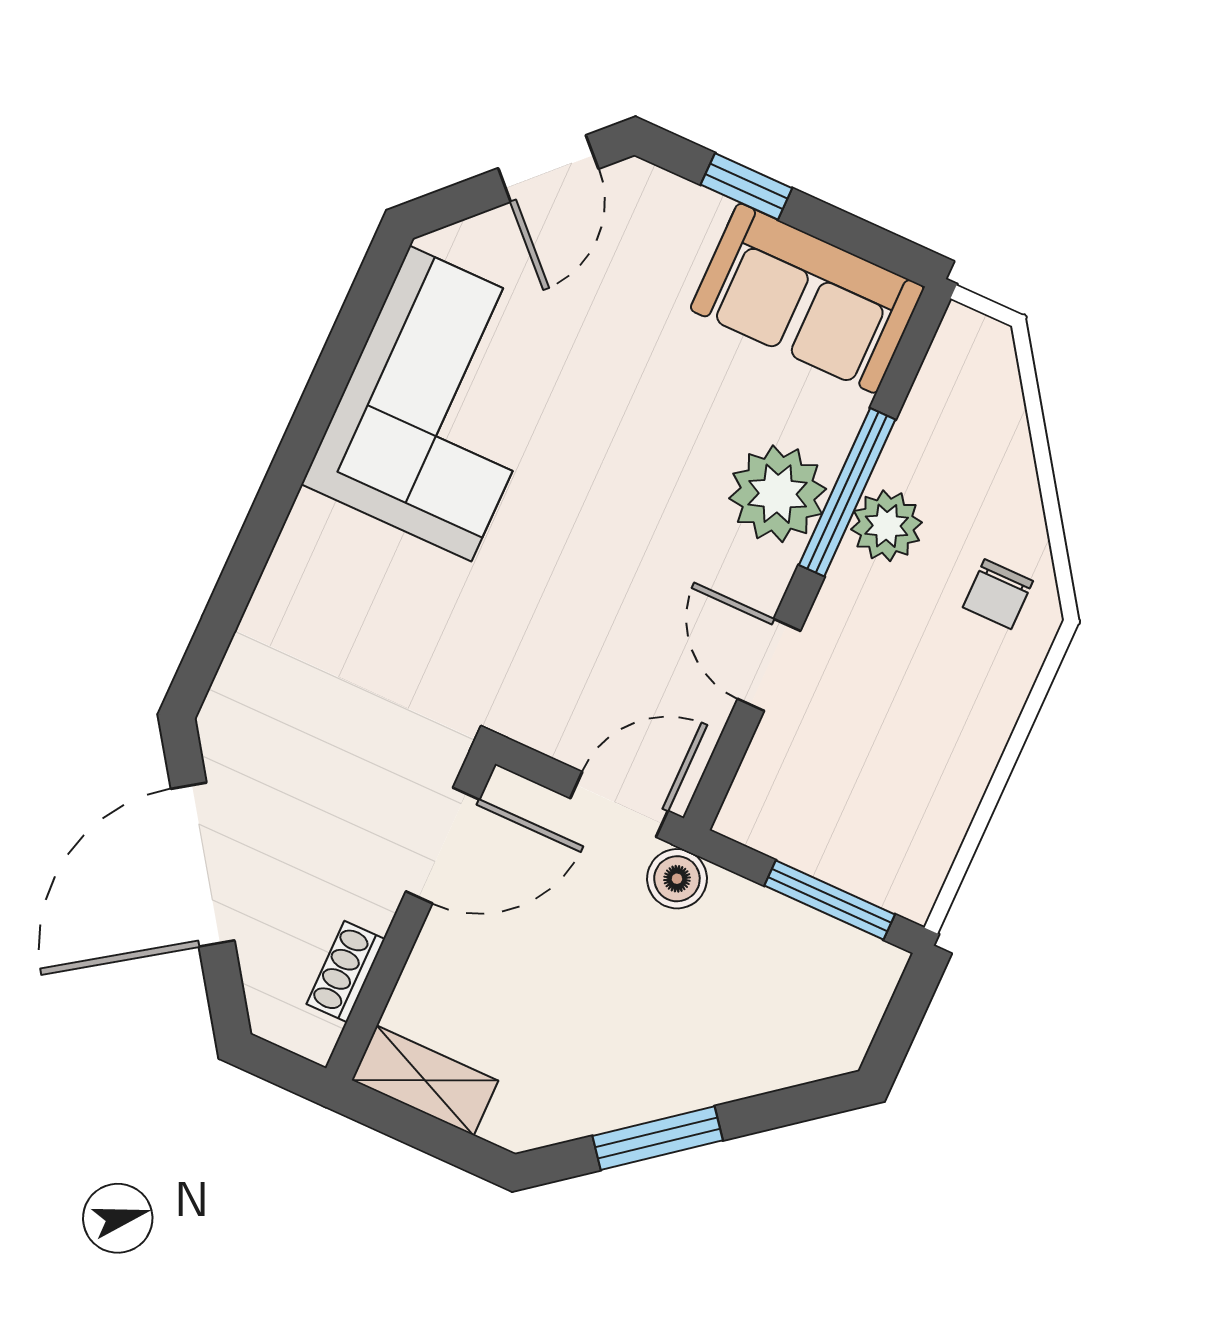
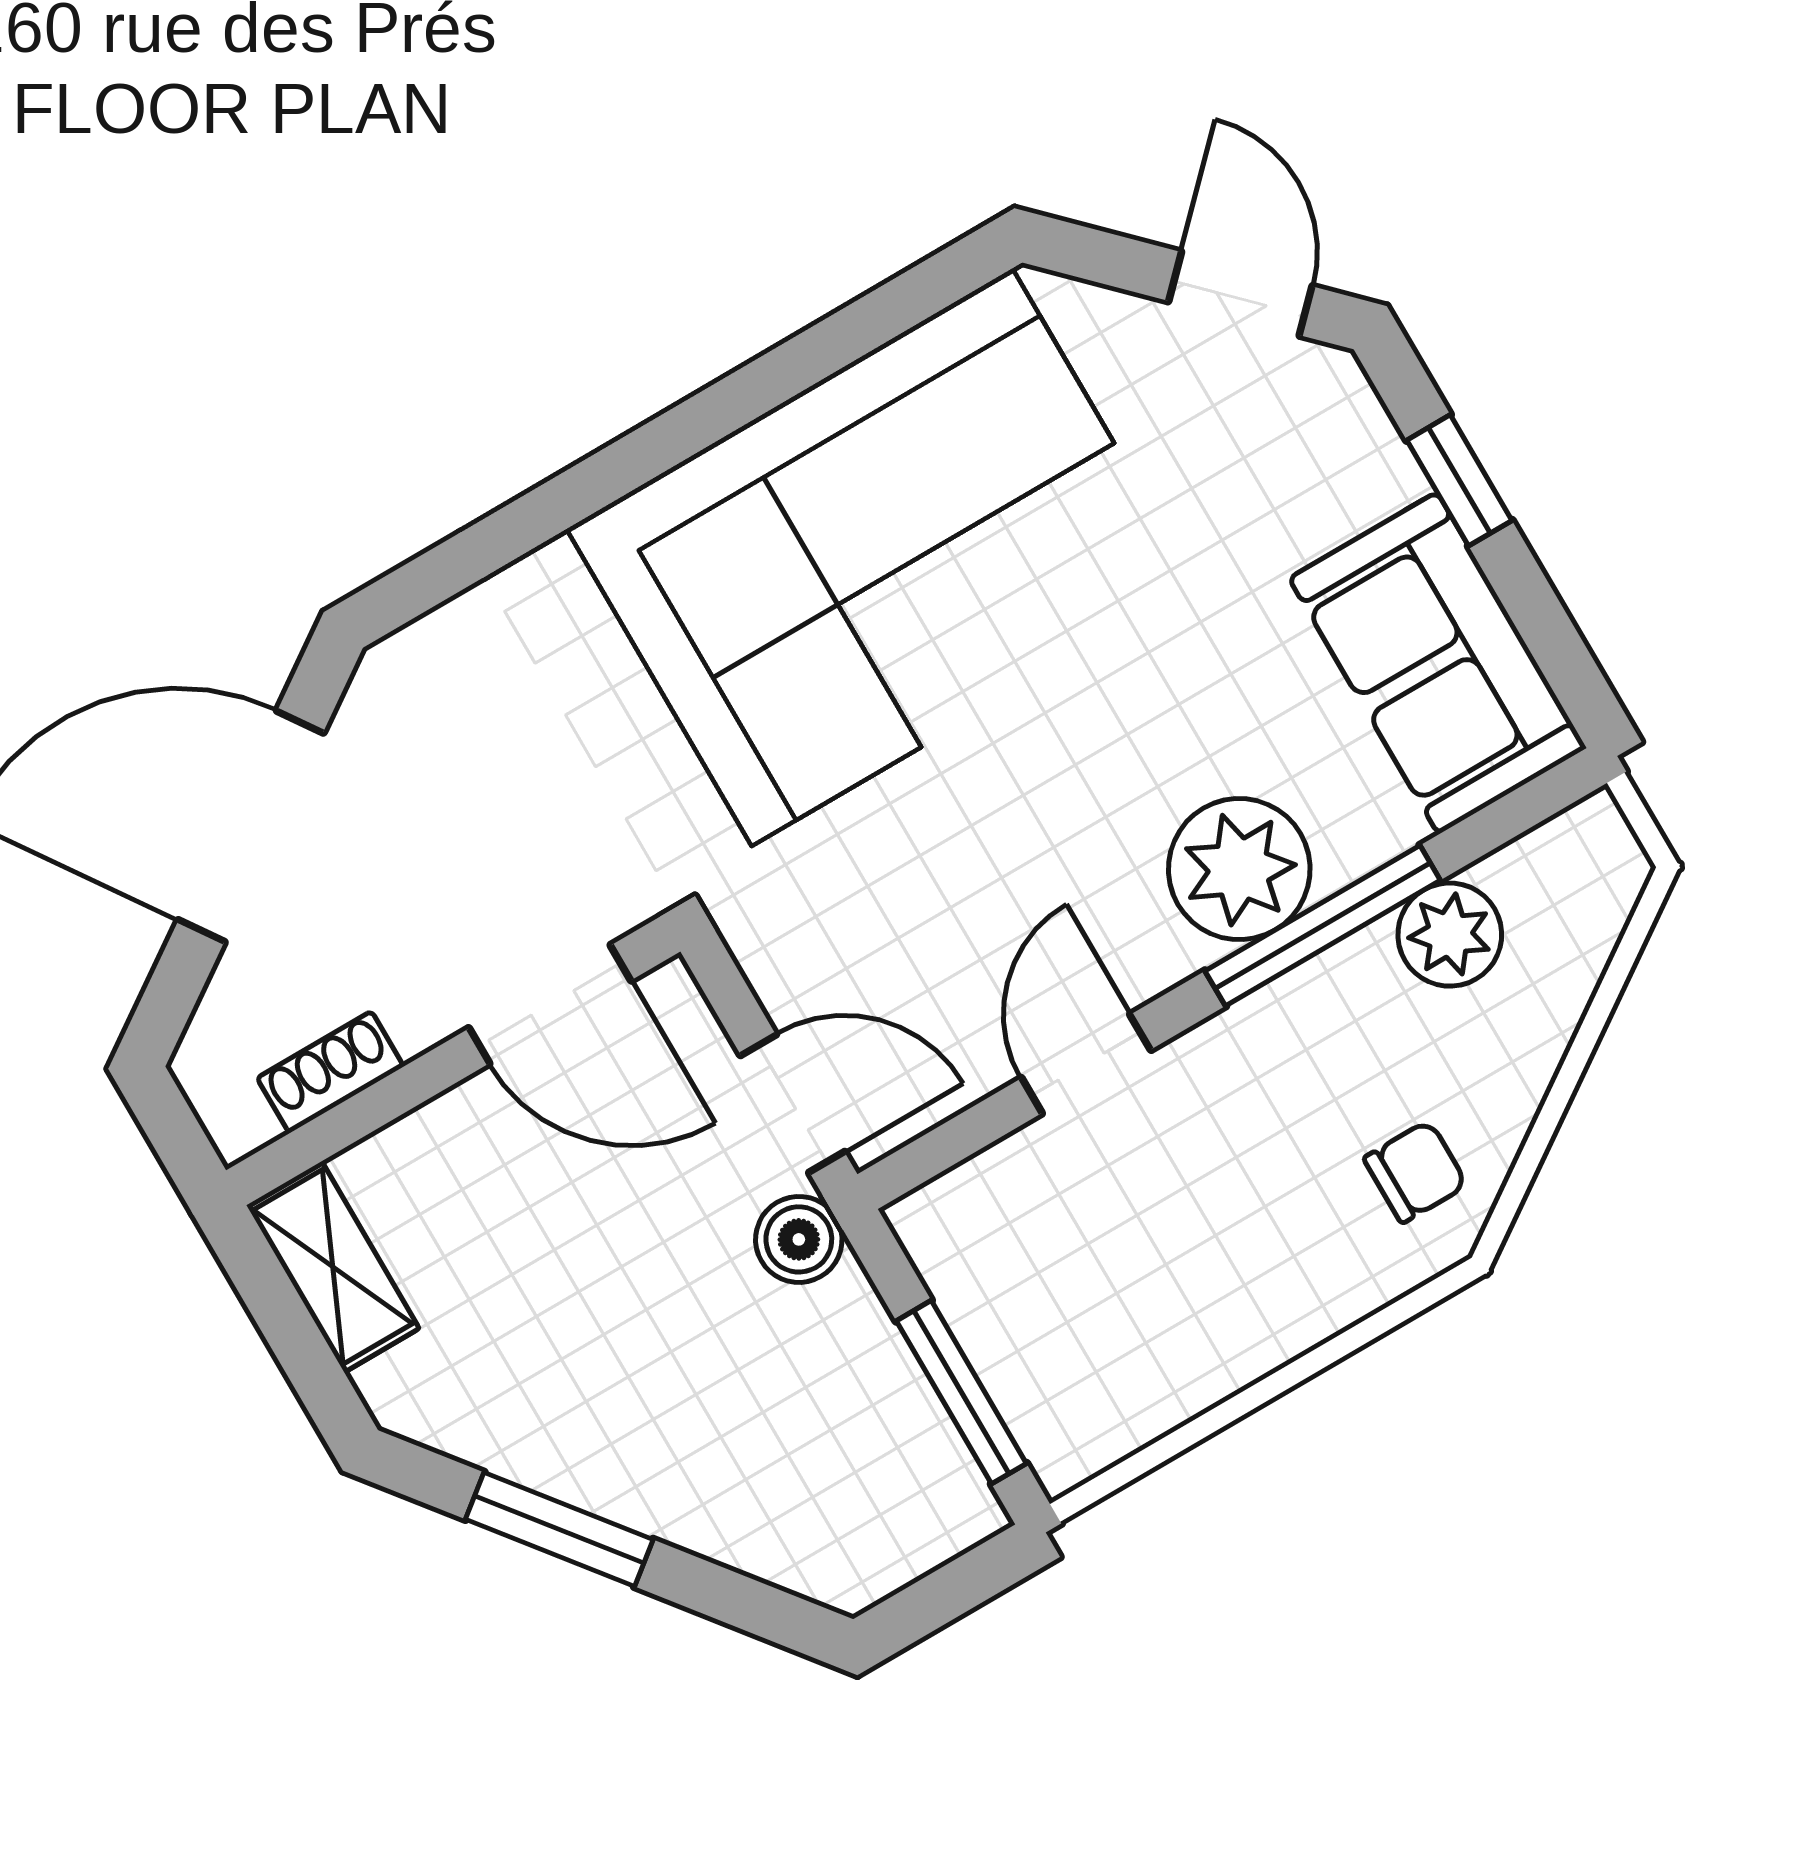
door: (548, 169) -> (1240, 294), swing flipped
corner sofa: (440, 404) -> (882, 557), width x1.36, depth x1.36
plant: (887, 526) -> (1450, 935), moved
chair: (998, 594) -> (1415, 1172), turned 180

